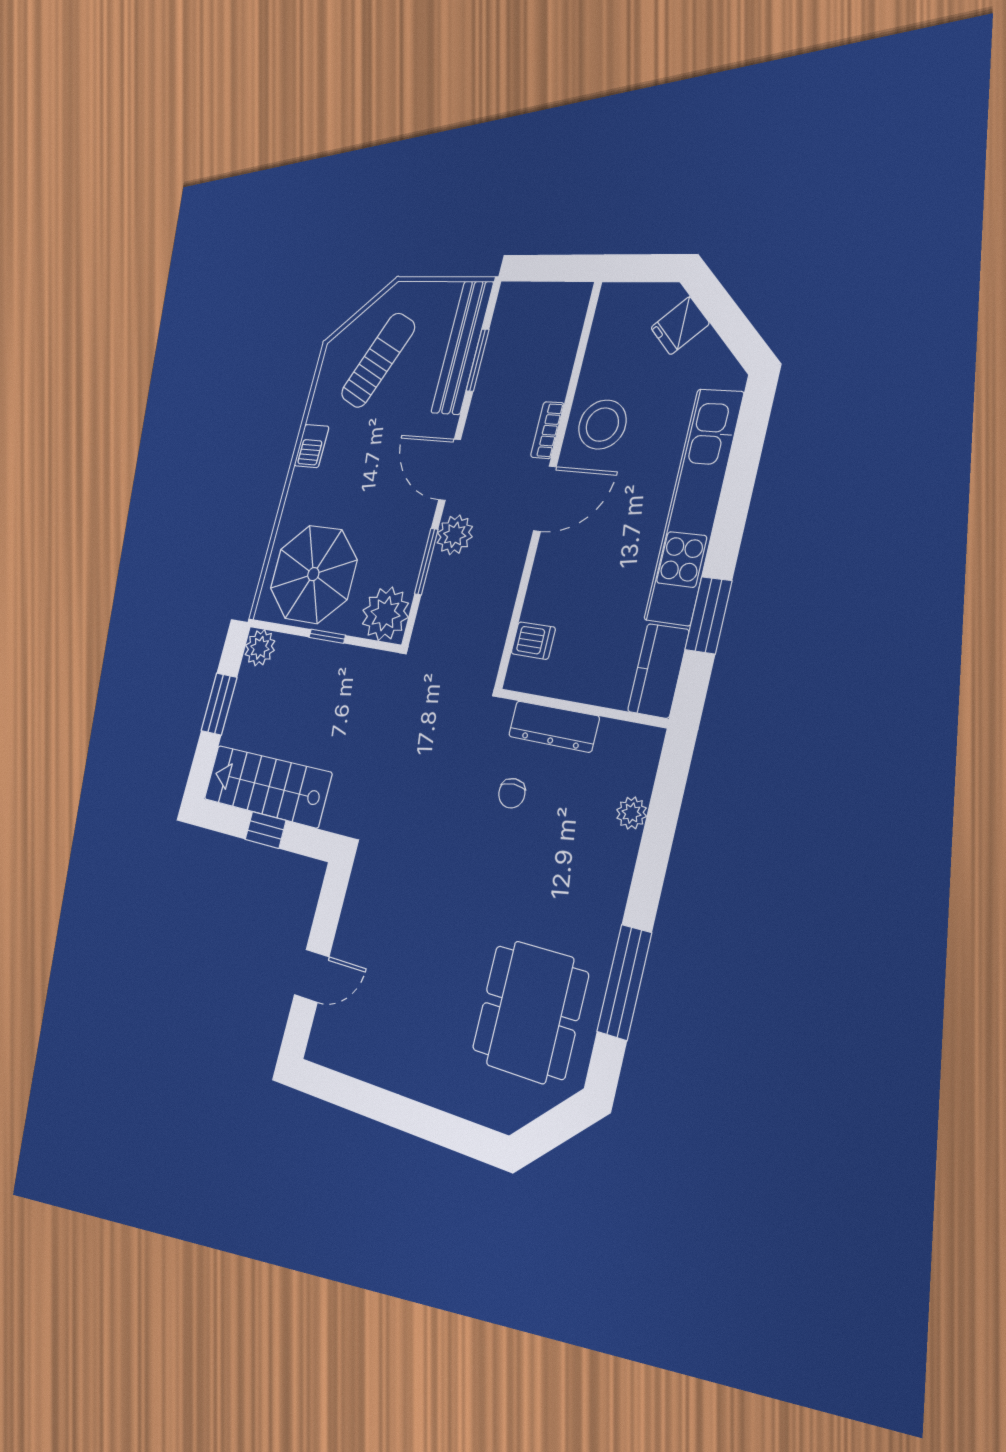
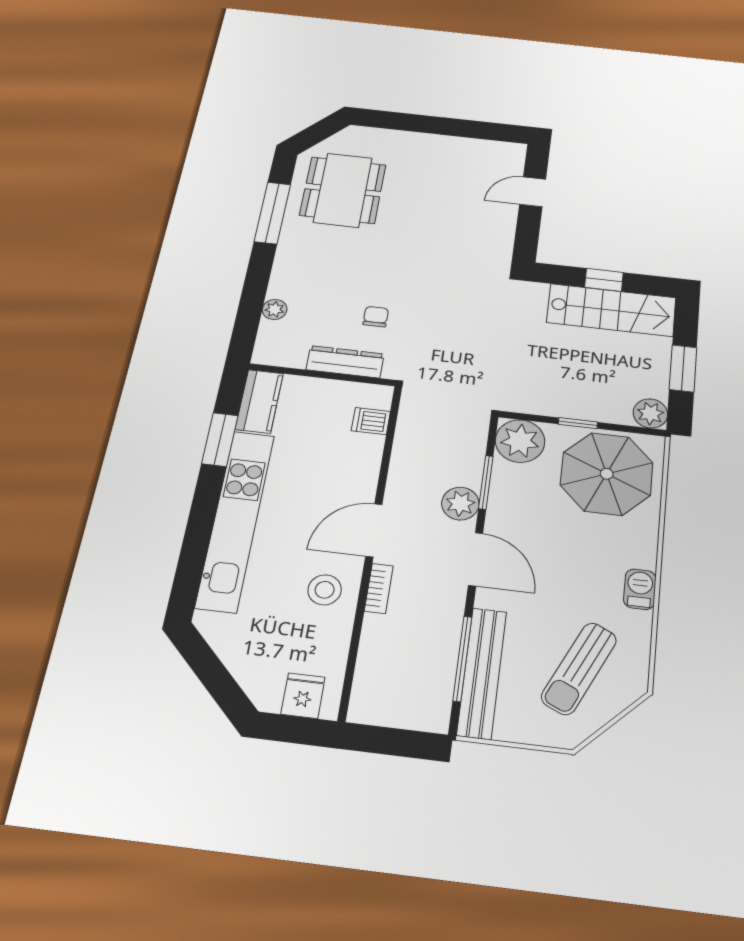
fridge: (680, 326) -> (303, 696), moved, turned -45
window: (478, 360) -> (462, 658), width x1.44
stool: (602, 425) -> (325, 590), width x0.73, depth x0.73

